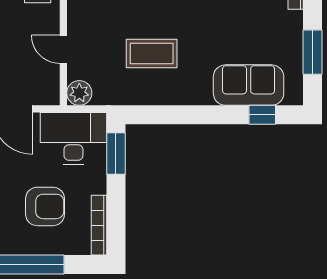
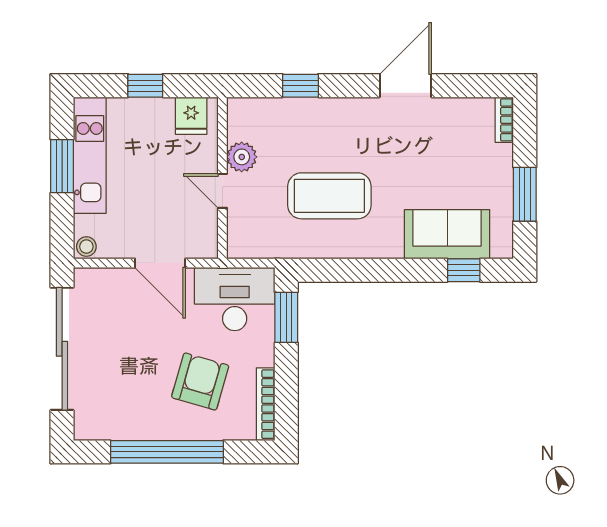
coffee table: (152, 53) -> (329, 196), width x1.36, depth x1.32
plant: (79, 93) -> (242, 157), moved
armchair: (45, 206) -> (200, 381), turned -74

